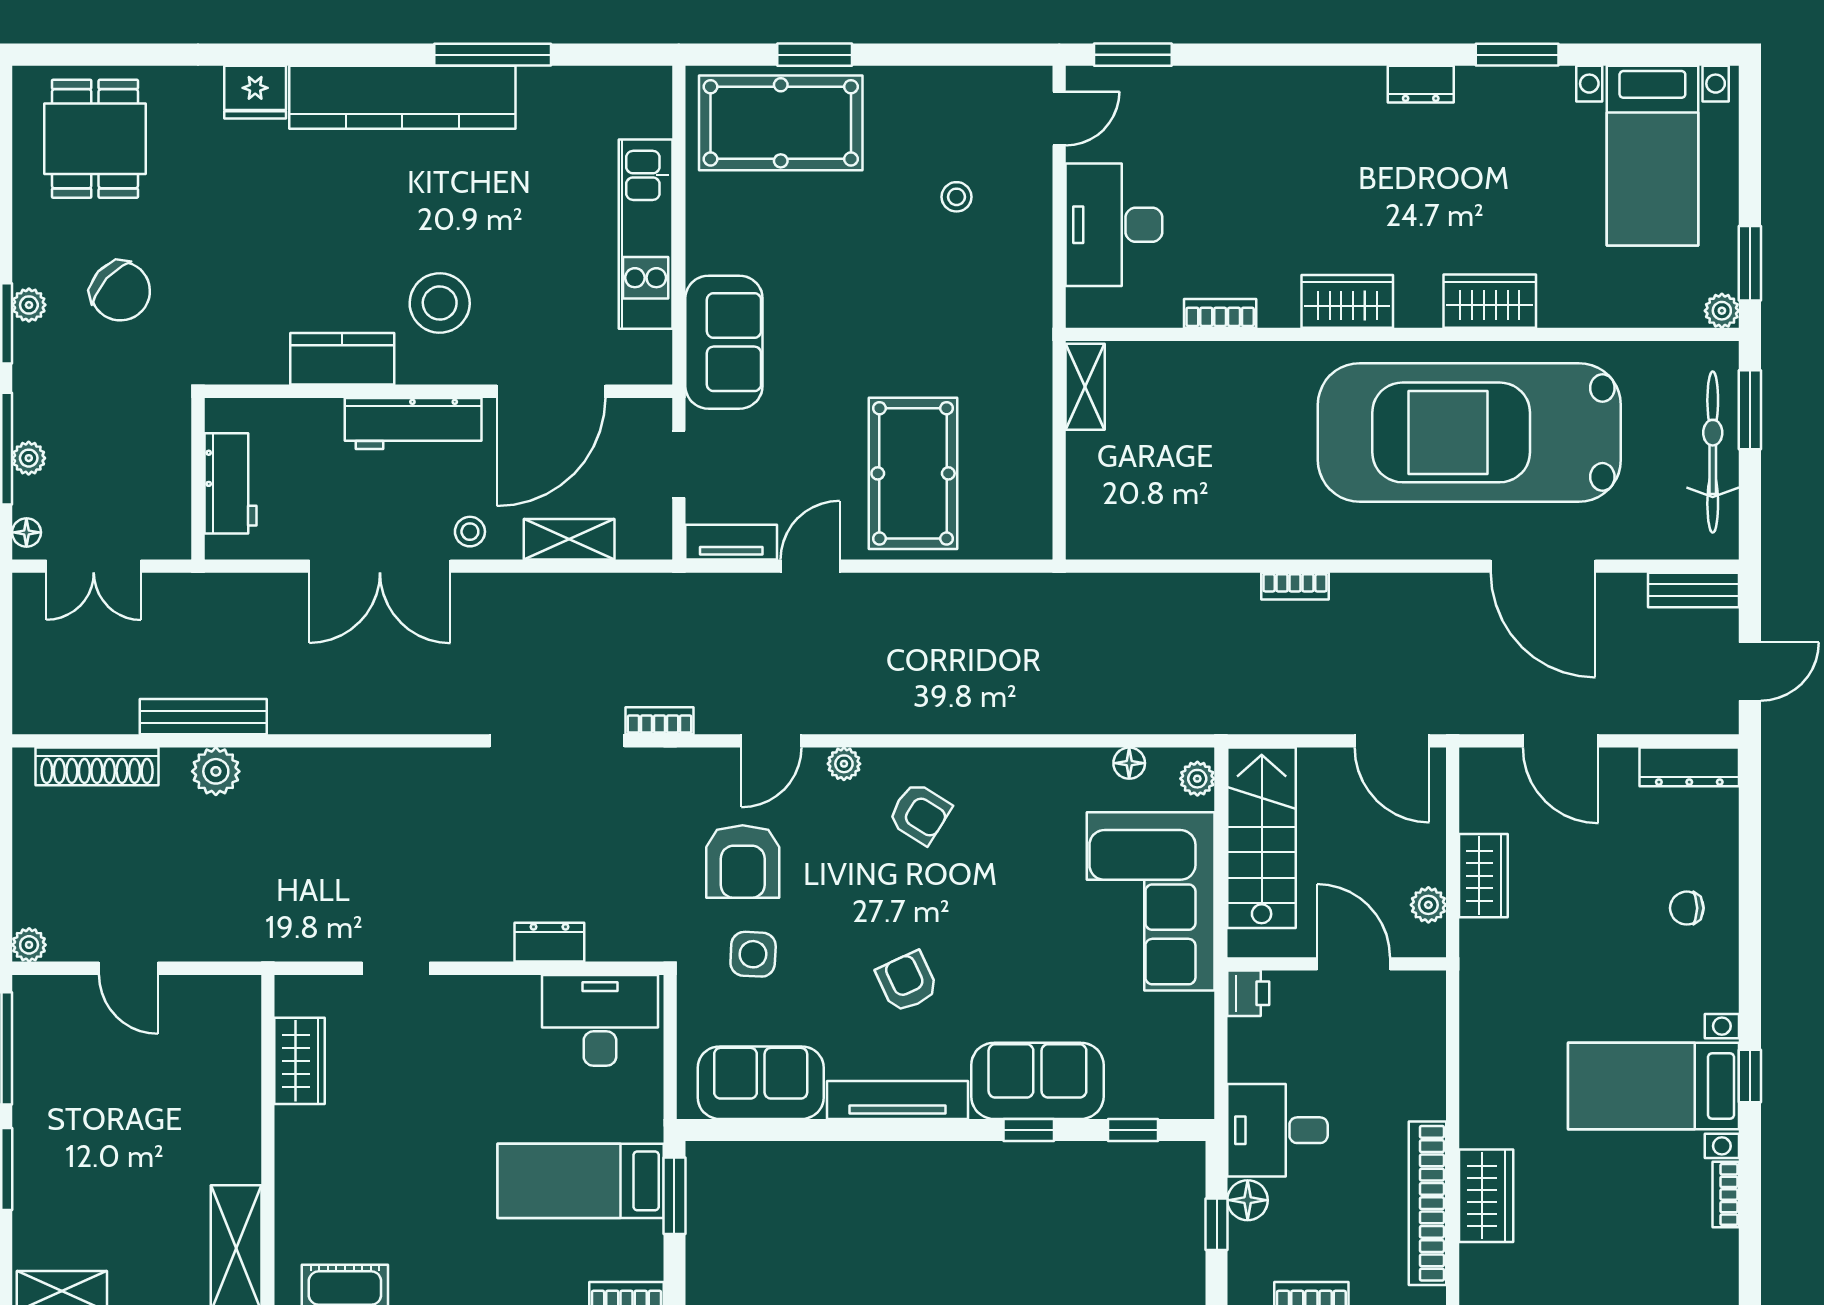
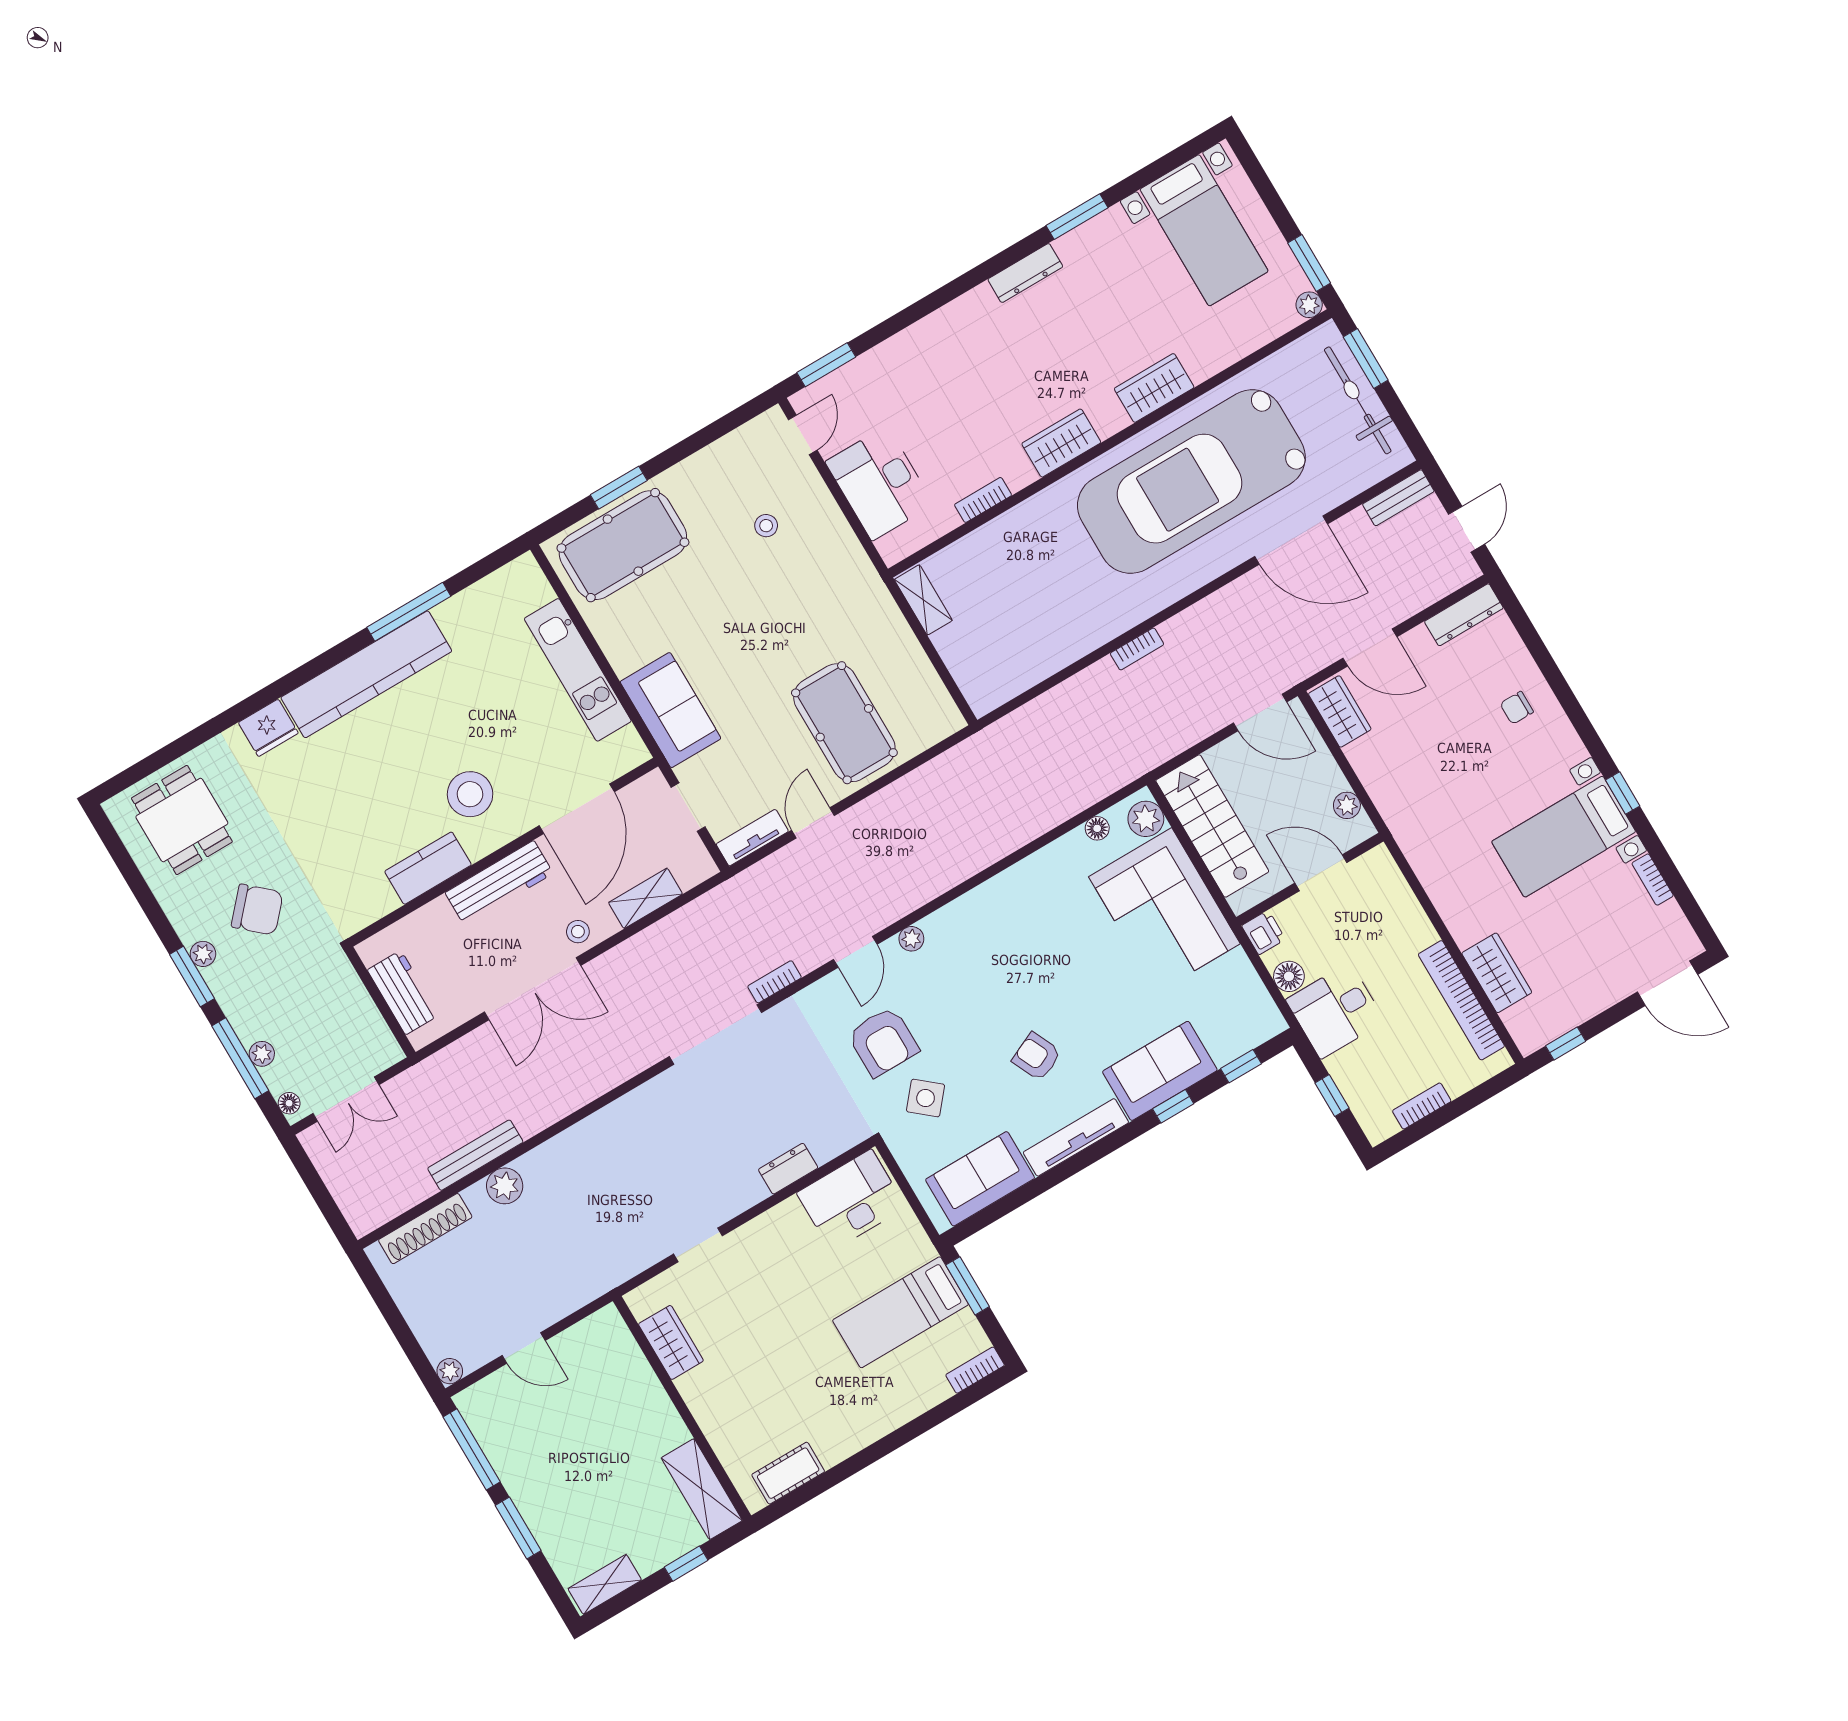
dresser: (1421, 84) -> (1025, 273), width x1.44
plant: (1197, 779) -> (1146, 819), width x1.38, depth x1.38
armchair: (920, 813) -> (980, 942), removed
wardrobe: (1483, 876) -> (1340, 711), moved
side table: (753, 954) -> (926, 1098), turned 37
floor lamp: (1248, 1200) -> (1289, 976), moved

